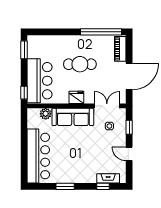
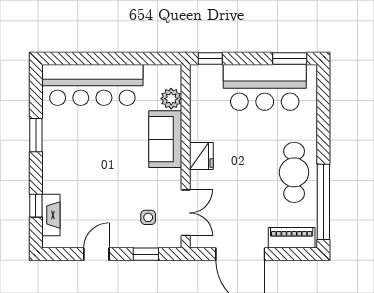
cafe table: (80, 64) -> (294, 172), moved
bar counter: (40, 81) -> (265, 87), moved
sofa: (73, 117) -> (165, 139), width x0.73

